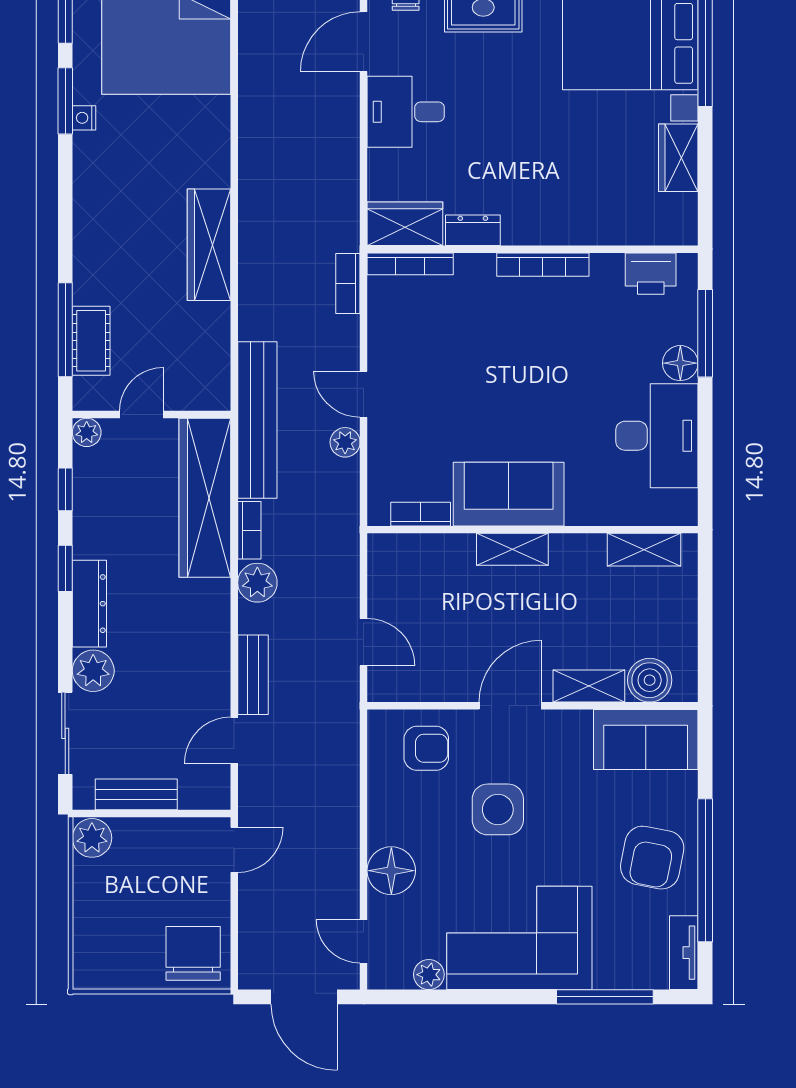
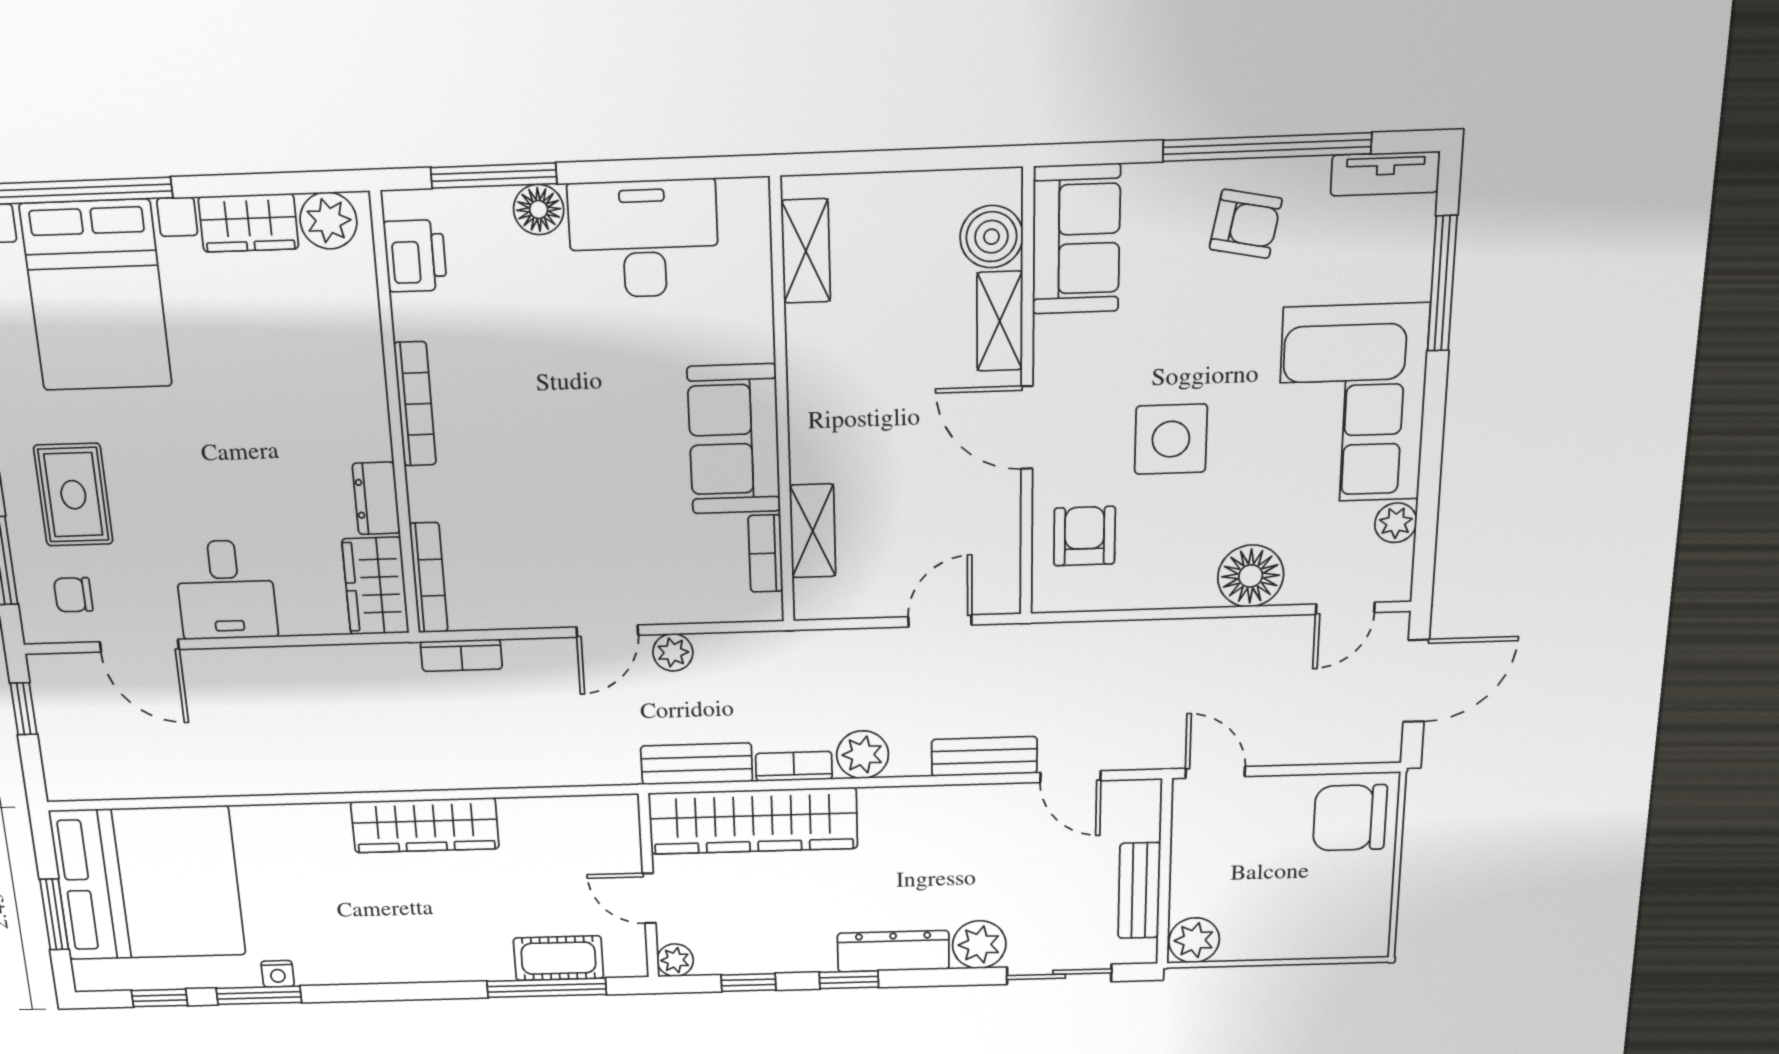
plant: (678, 214) -> (328, 221), added
bench: (257, 420) -> (697, 764), width x0.54, depth x0.82
shelving: (512, 549) -> (813, 531), moved
armchair: (652, 858) -> (1246, 224), width x0.72, depth x0.72

